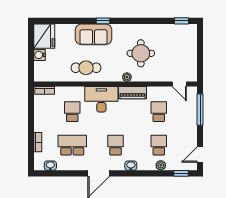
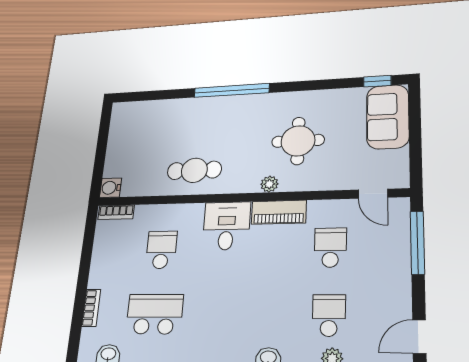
window: (103, 21) -> (232, 90), width x3.17
sofa: (93, 34) -> (388, 117), moved, turned 90
fridge: (44, 36) -> (127, 121), removed
water cooler: (40, 55) -> (111, 188), moved
desk: (101, 99) -> (226, 226), width x0.73
school desk: (116, 145) -> (239, 315), removed

